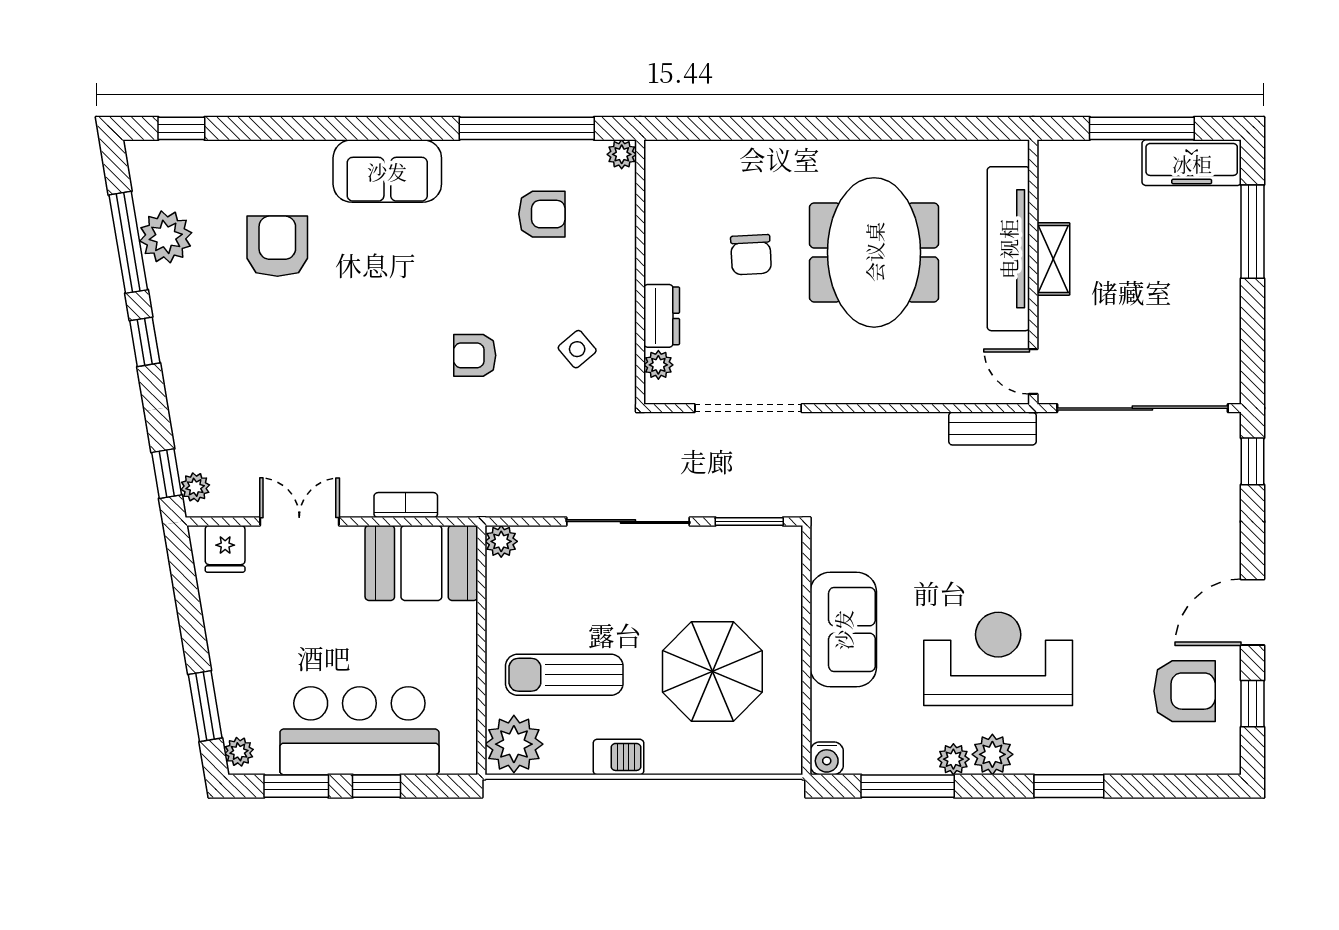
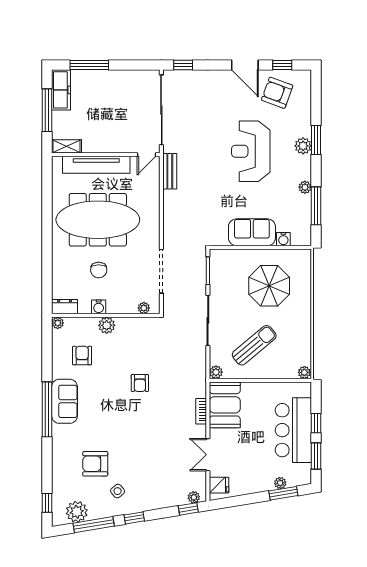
window: (527, 128) -> (47, 409), moved
sofa: (387, 171) -> (64, 401), moved
plant: (166, 237) -> (77, 512), moved
meeting table: (874, 252) -> (98, 220), width x1.36
water cooler: (661, 254) -> (99, 307), added
chair: (751, 255) -> (99, 270), turned 93
shelving: (1053, 259) -> (67, 146), moved
plant: (616, 274) -> (107, 325), added
dresser: (662, 316) -> (65, 307), moved
side table: (577, 349) -> (118, 491), moved
reception desk: (998, 659) -> (251, 151), moved
sun lounger: (564, 675) -> (254, 345), moved, turned -130
armchair: (1185, 691) -> (277, 93), turned -70
plant: (514, 744) -> (304, 372), width x0.53, depth x0.53
plant: (239, 752) -> (280, 483), moved
plant: (992, 754) -> (303, 146), moved
barbecue: (618, 757) -> (304, 324), removed
water cooler: (827, 758) -> (283, 239), moved, turned 90

